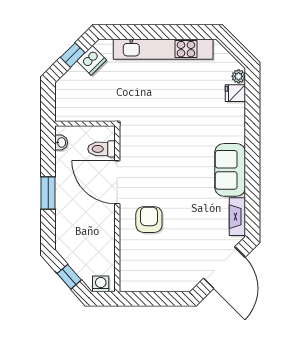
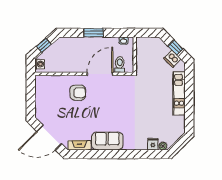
kitchen unit: (163, 49) -> (179, 93), width x0.73

